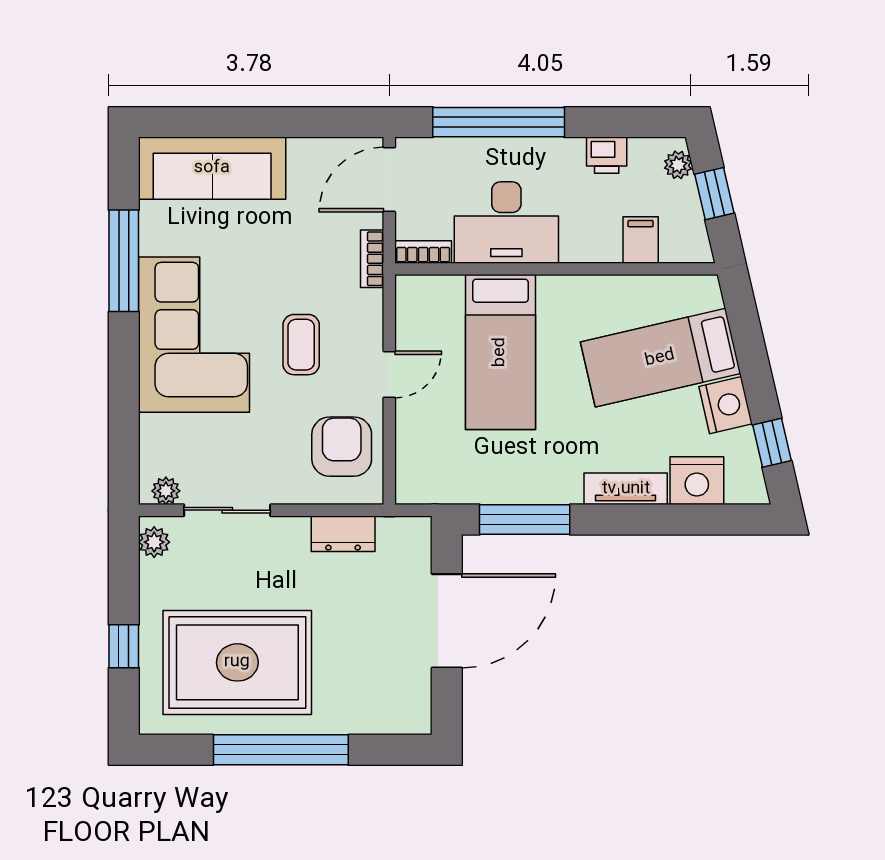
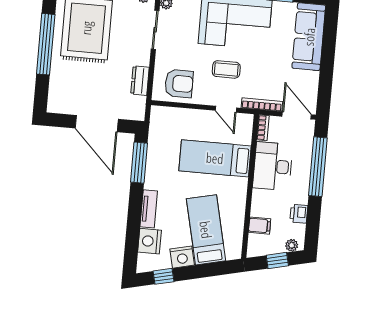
bookcase: (372, 259) -> (262, 105), width x1.56
door: (389, 374) -> (226, 109), moved

